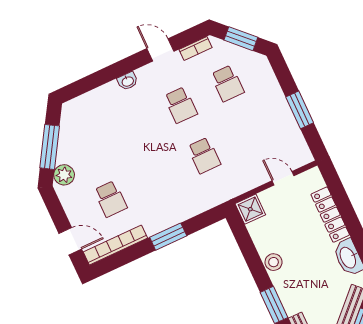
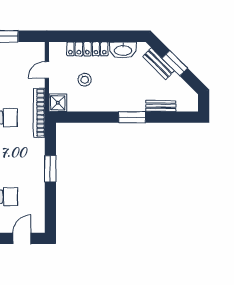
bookcase: (115, 245) -> (39, 113), moved
stool: (274, 262) -> (85, 80), moved

